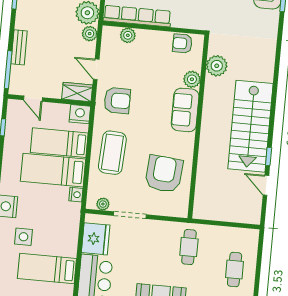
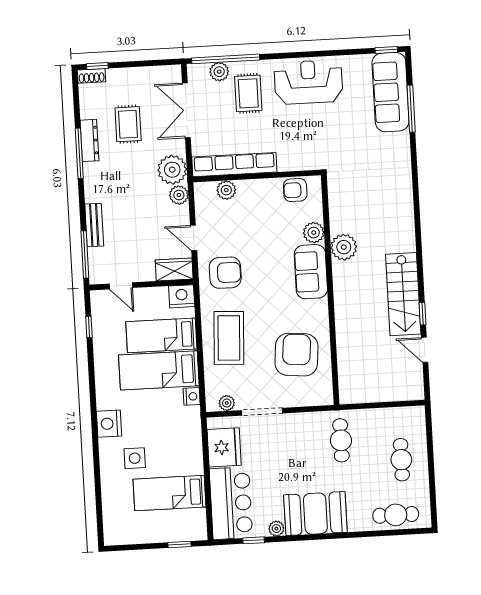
plant: (217, 66) -> (344, 247), moved
stairs: (250, 126) -> (403, 294), width x0.73, depth x0.66

